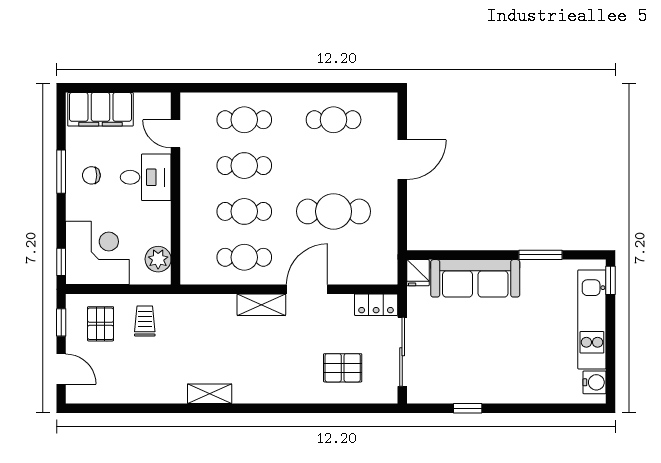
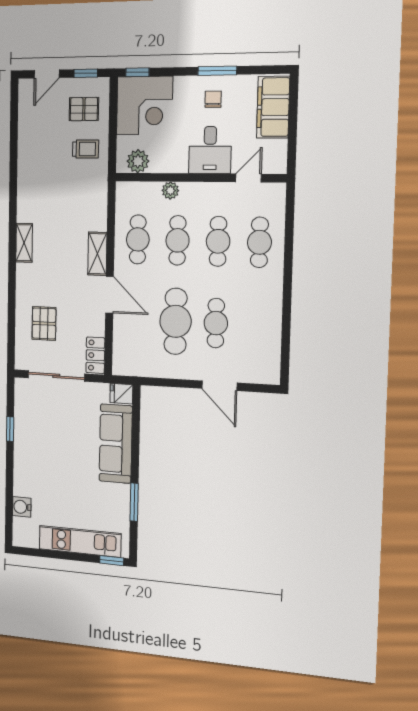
cafe table: (334, 120) -> (216, 323), moved
plant: (190, 221) -> (170, 190), added
water cooler: (595, 382) -> (22, 507), moved, turned 90
shelving: (210, 394) -> (24, 243), moved

